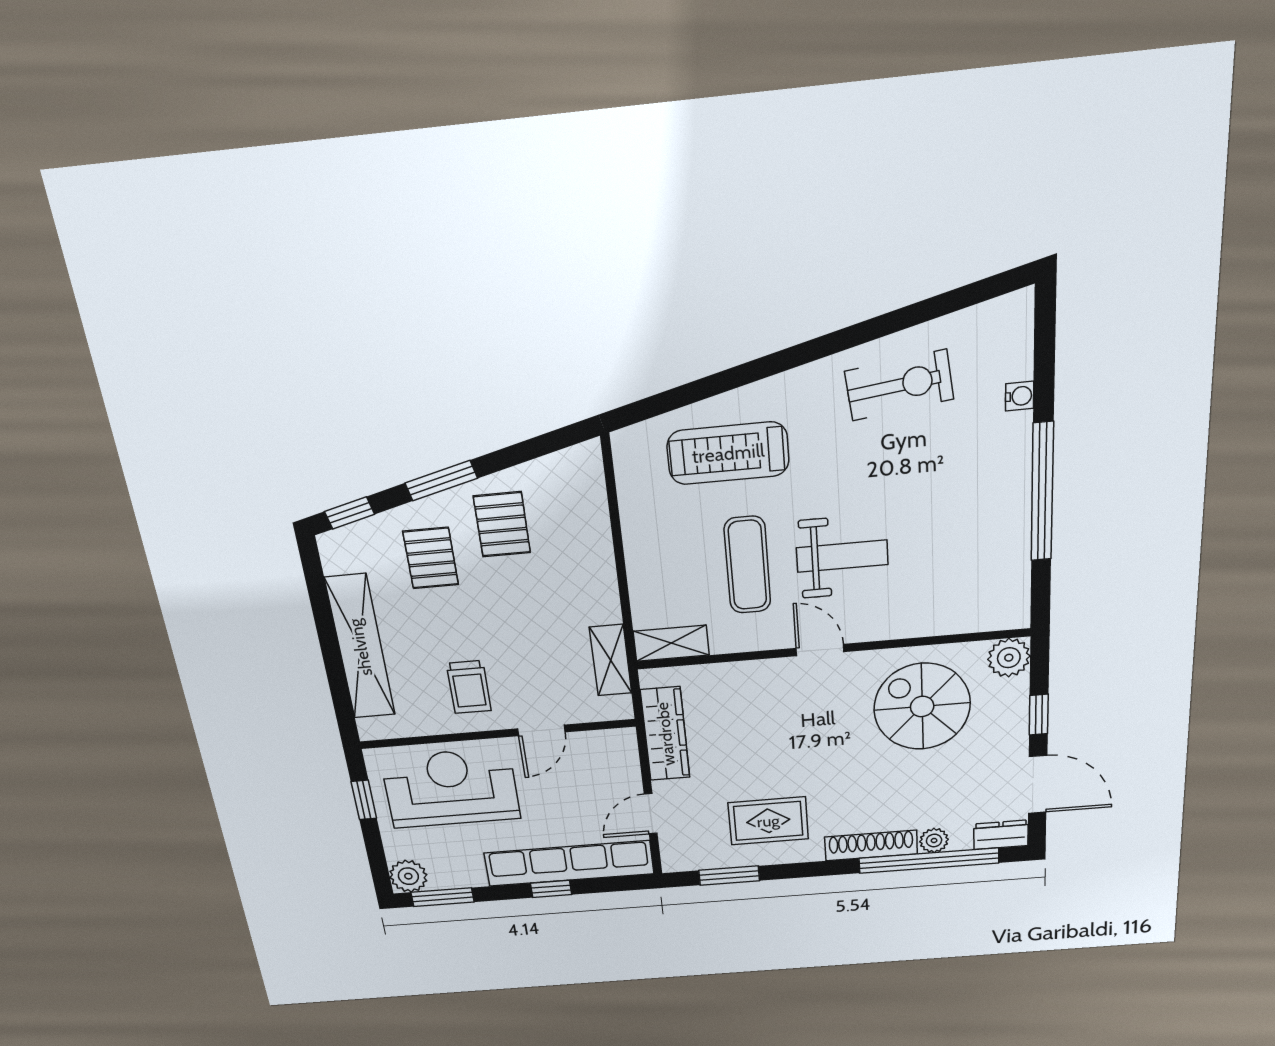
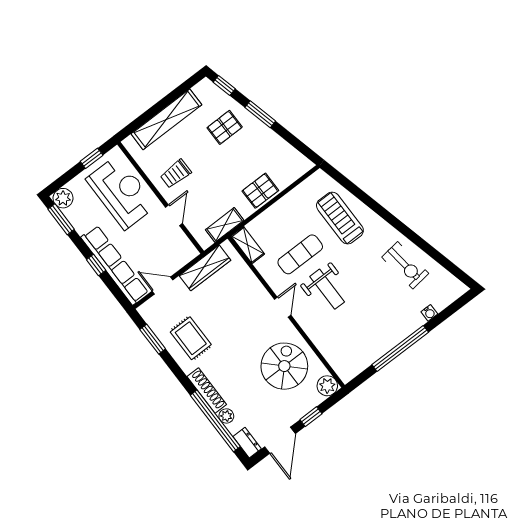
pallet: (502, 524) -> (260, 191), moved
door: (541, 730) -> (174, 215), swing flipped

